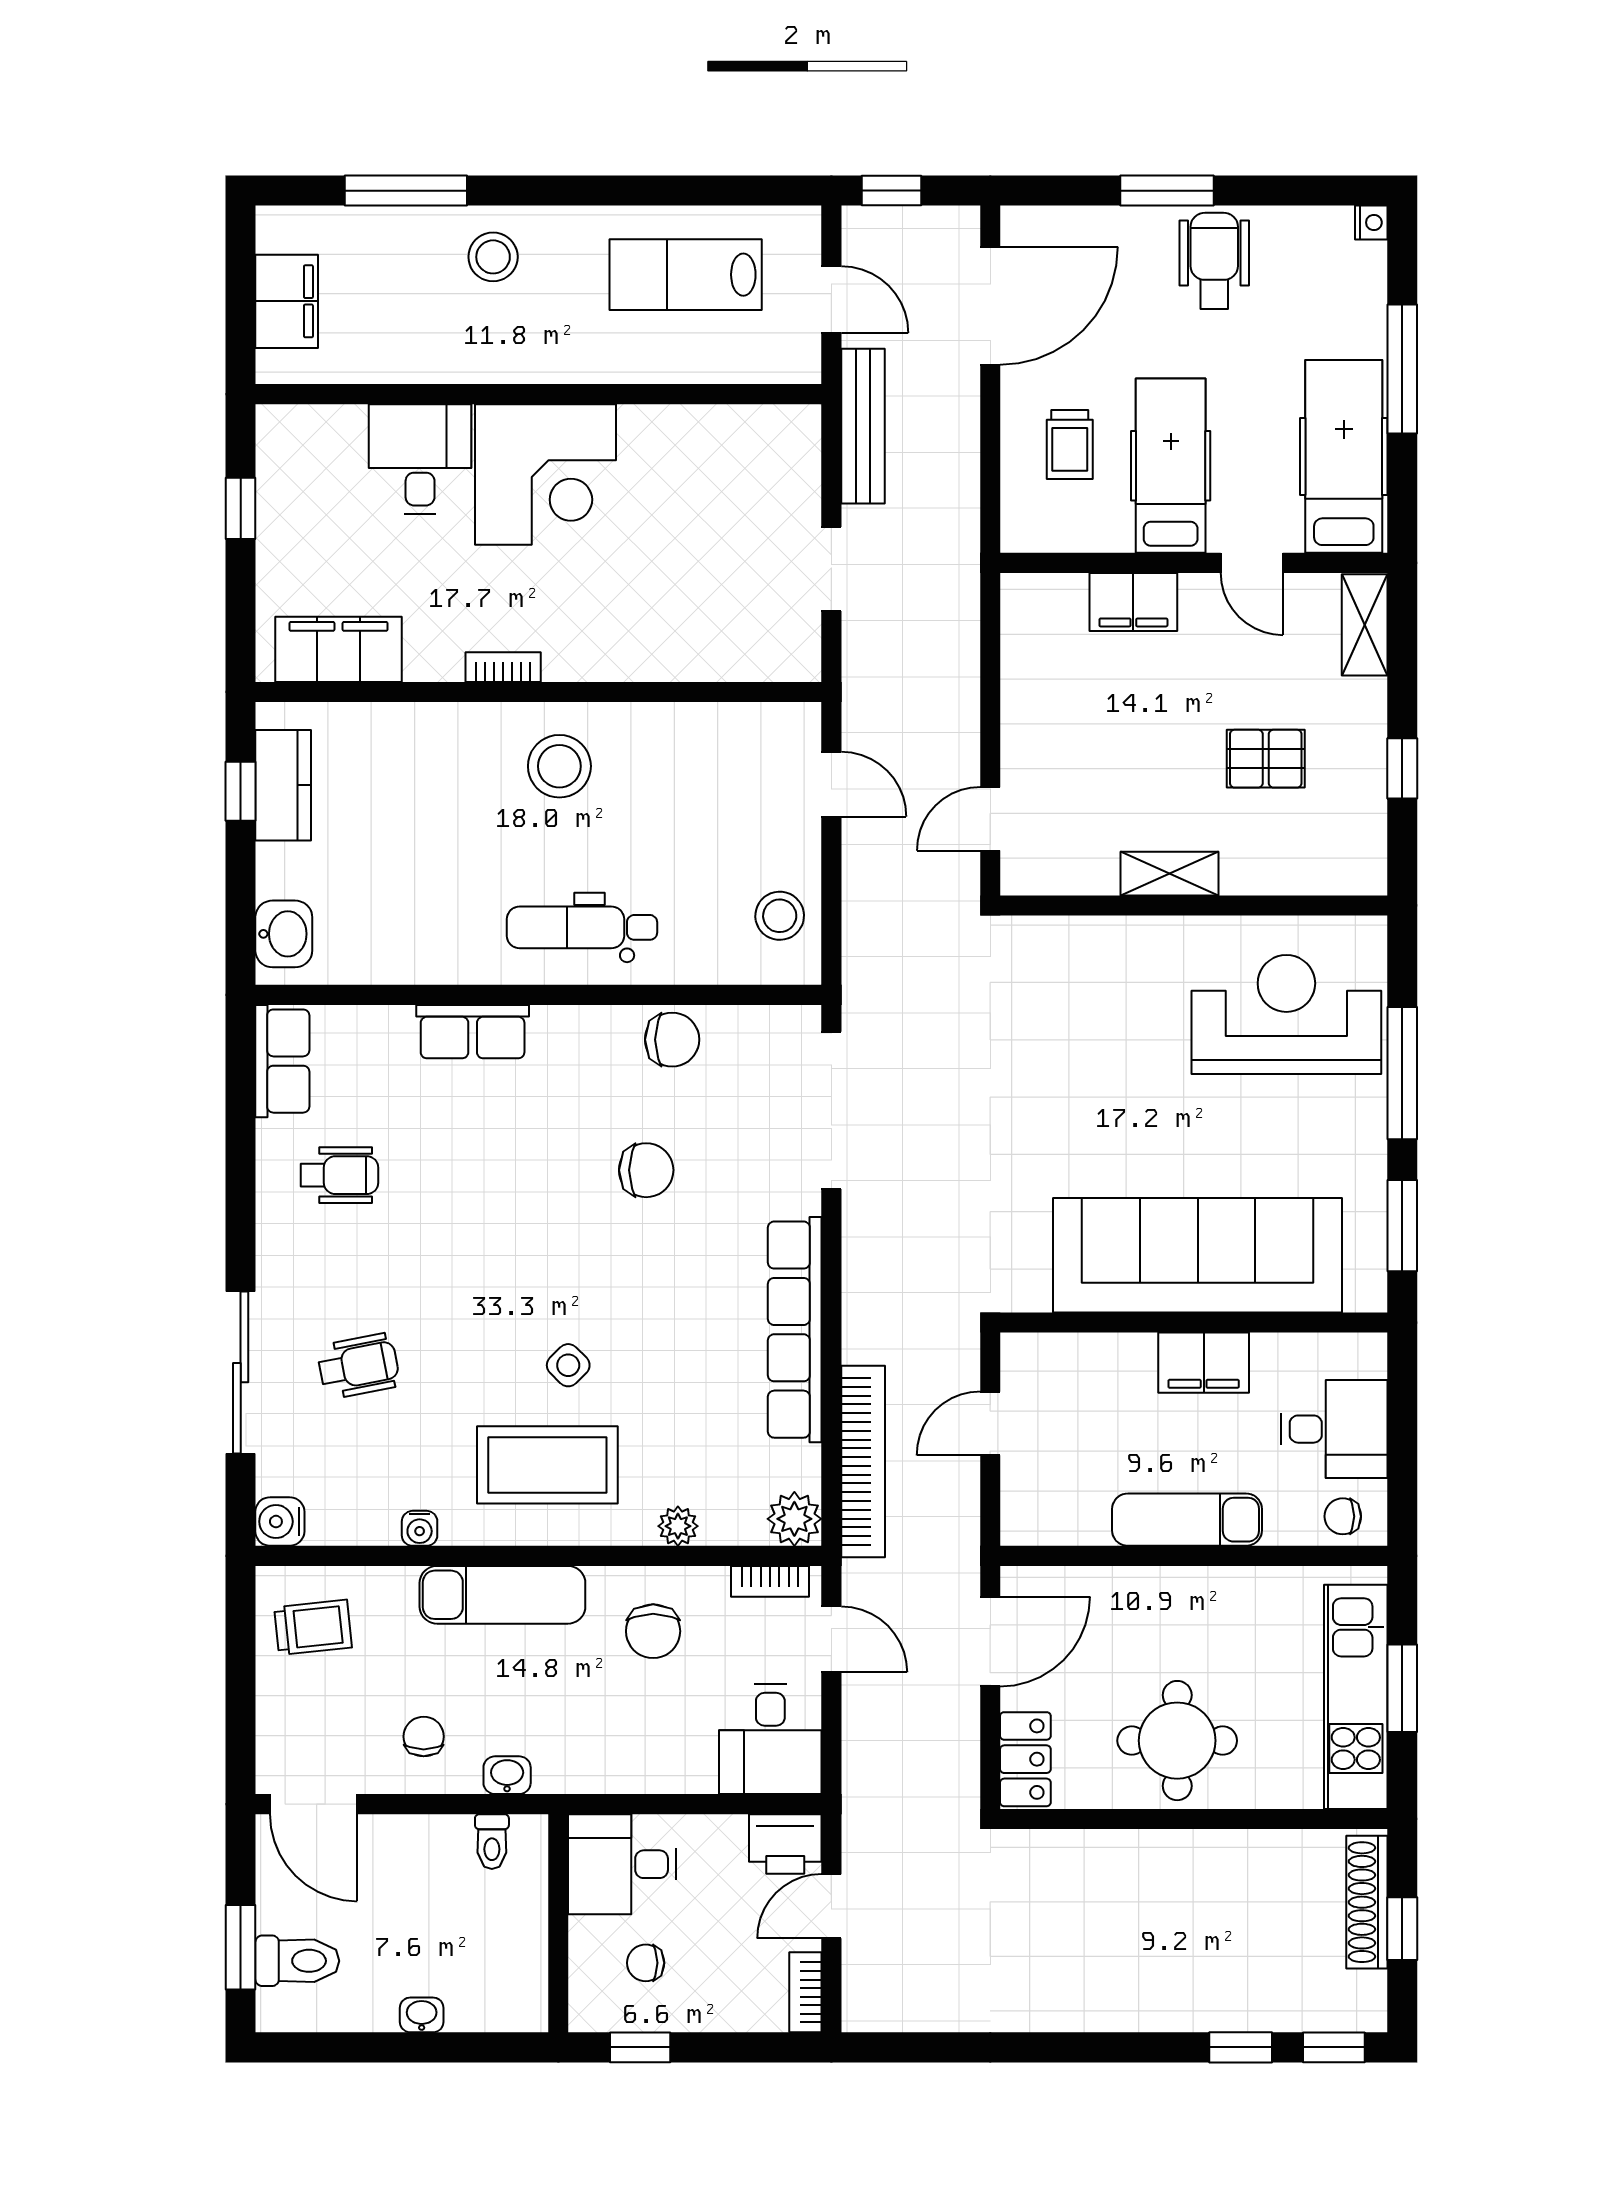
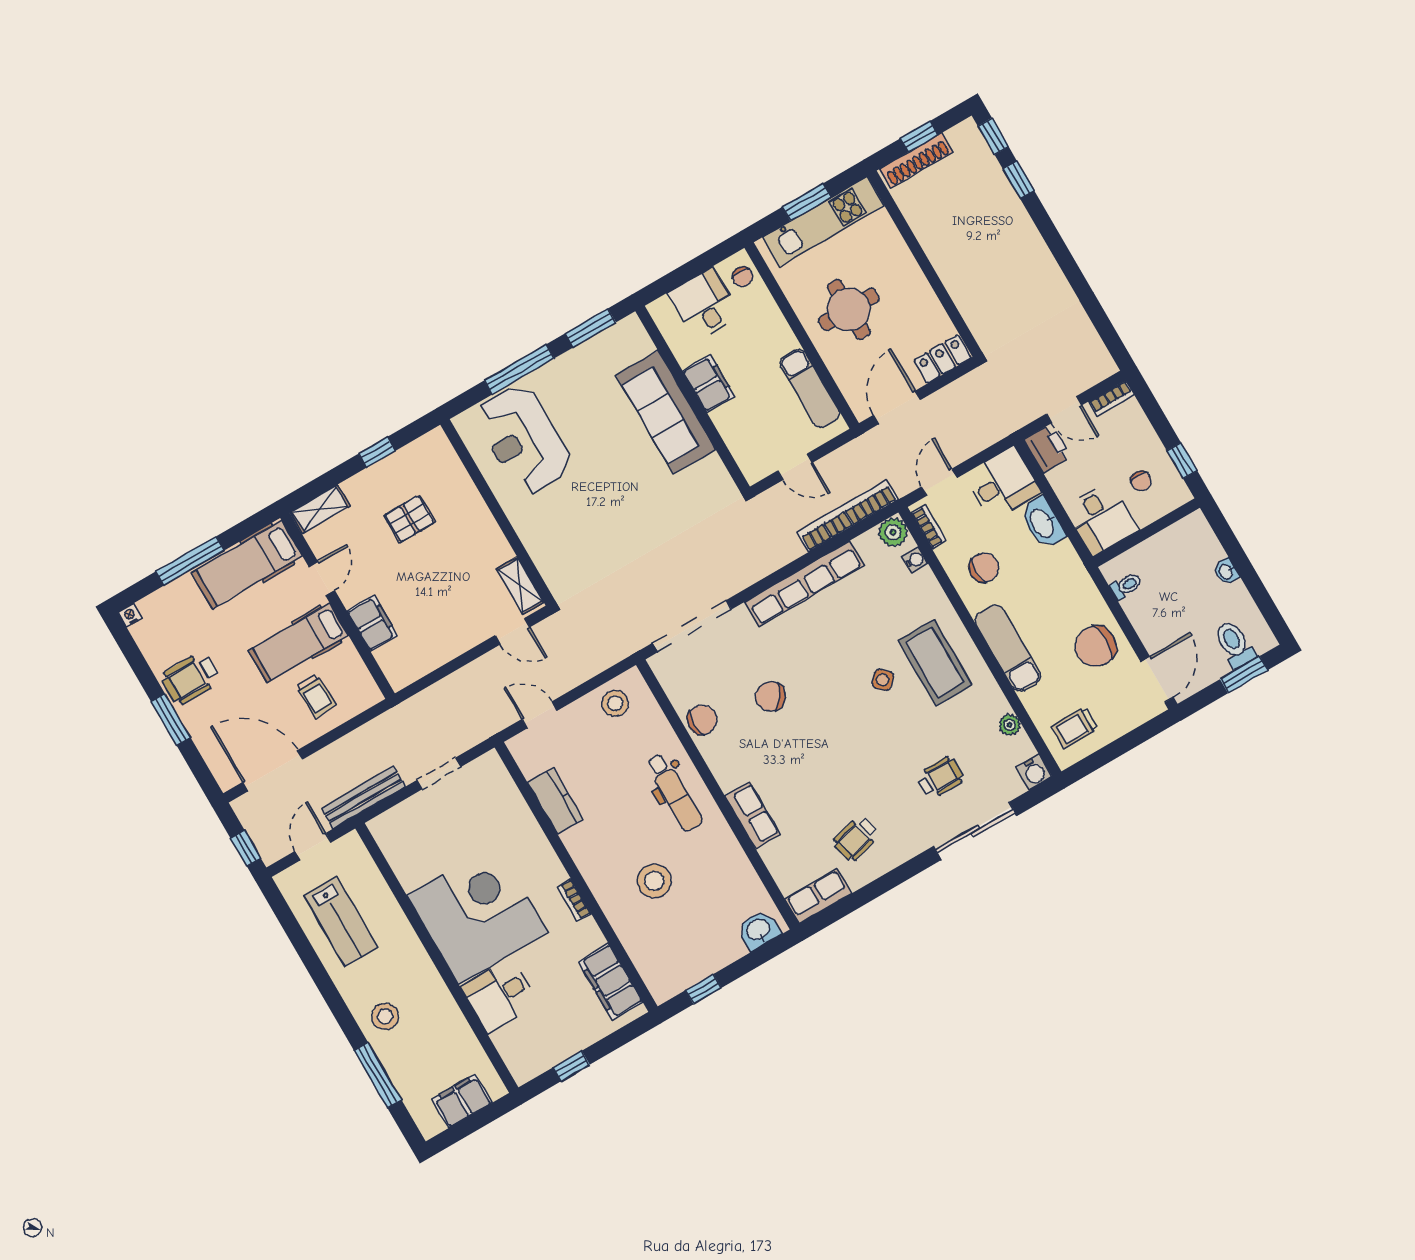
trolley: (1070, 445) -> (316, 696), turned 88
corner desk: (546, 474) -> (477, 914), width x1.36, depth x1.36
pallet: (1266, 759) -> (409, 519), turned 90
stool: (559, 766) -> (654, 881), moved
door: (831, 784) -> (540, 715), hinge flipped
kitchen counter: (283, 785) -> (555, 801), moved, turned 90
shelving: (1170, 874) -> (520, 586), moved
chair: (672, 1040) -> (702, 720), turned 90
chair: (646, 1170) -> (770, 696), turned -55
wheelchair: (339, 1175) -> (856, 838), turned -105
sofa: (1198, 1255) -> (666, 412), width x0.74, depth x0.79
wheelchair: (358, 1366) -> (940, 778), turned 101
exam couch: (1187, 1520) -> (810, 388), moved
plant: (678, 1526) -> (1010, 725), moved
water cooler: (420, 1528) -> (915, 560), moved
trolley: (313, 1627) -> (1075, 728), turned -84
door: (990, 1641) -> (897, 407), hinge flipped
chair: (424, 1737) -> (1096, 646), width x1.87, depth x1.87
round table: (1177, 1741) -> (849, 309), moved
washbasin: (507, 1775) -> (1043, 523), moved, width x1.91, depth x1.45

